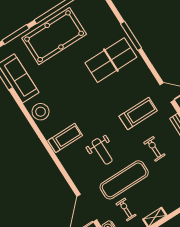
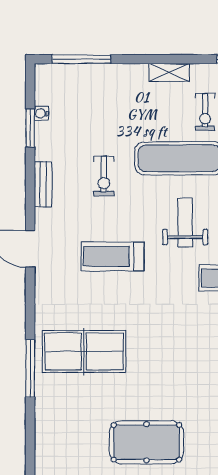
pool table: (54, 36) -> (146, 442), width x0.73, depth x0.76
treadmill: (138, 113) -> (113, 256), moved

